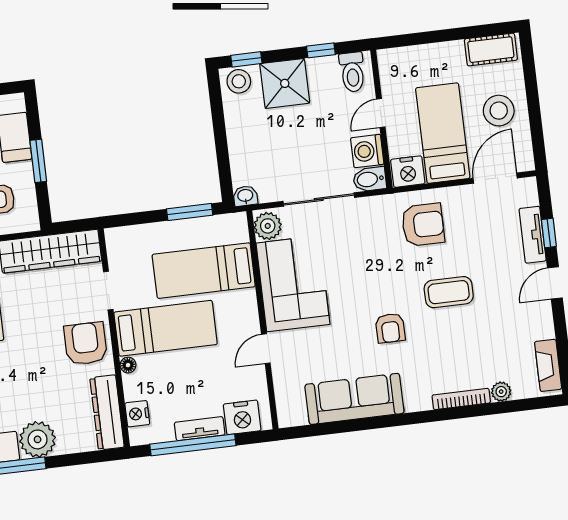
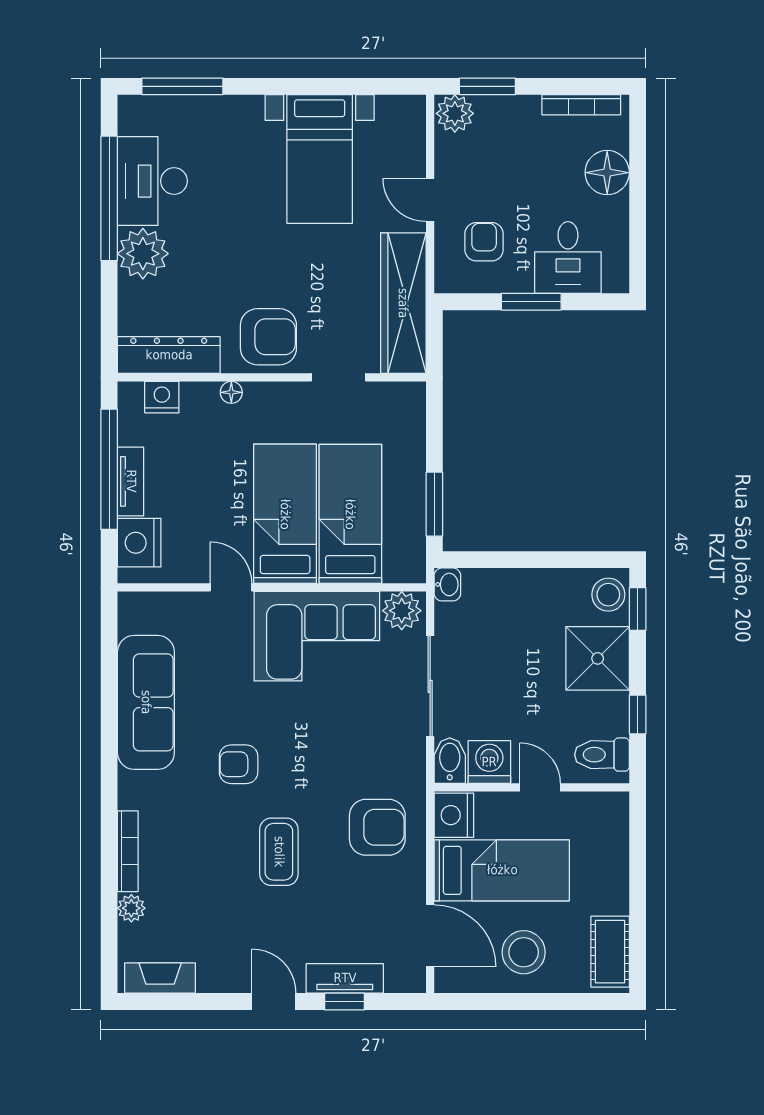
armchair: (423, 225) -> (377, 827), turned -90
bed: (166, 328) -> (285, 514), moved, turned 180

